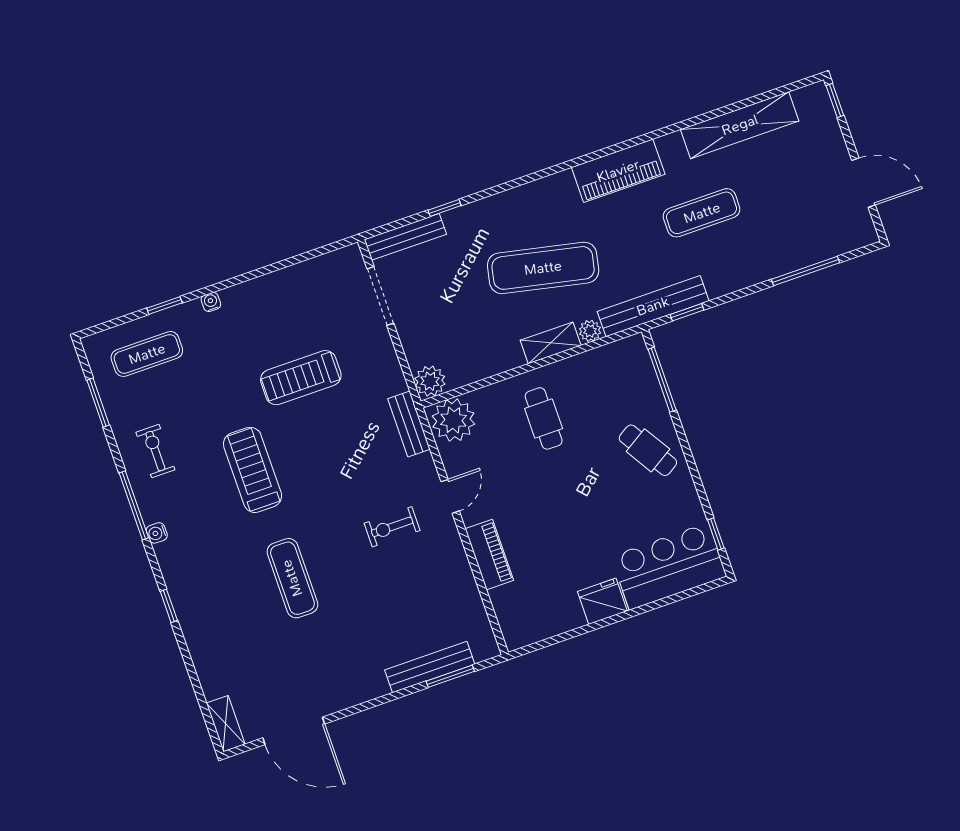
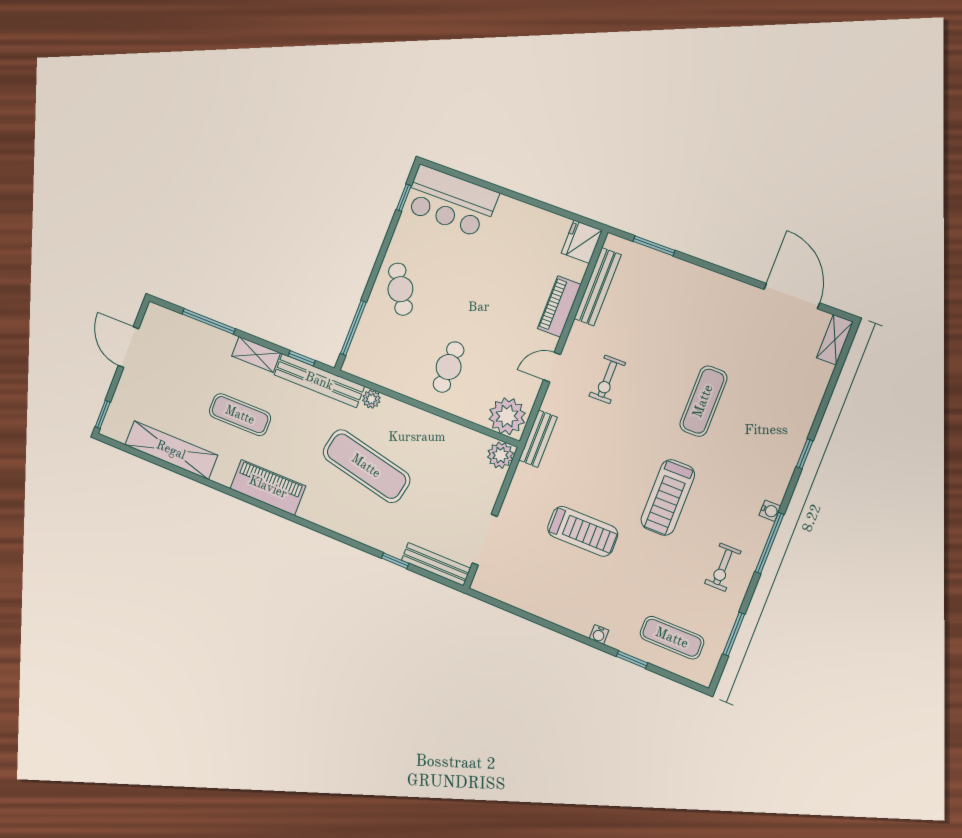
shelving: (551, 343) -> (256, 355), moved
exercise bike: (392, 527) -> (607, 379), turned 90
fridge: (602, 601) -> (582, 242), moved, turned 90
bench: (430, 667) -> (598, 287), moved, turned 90

